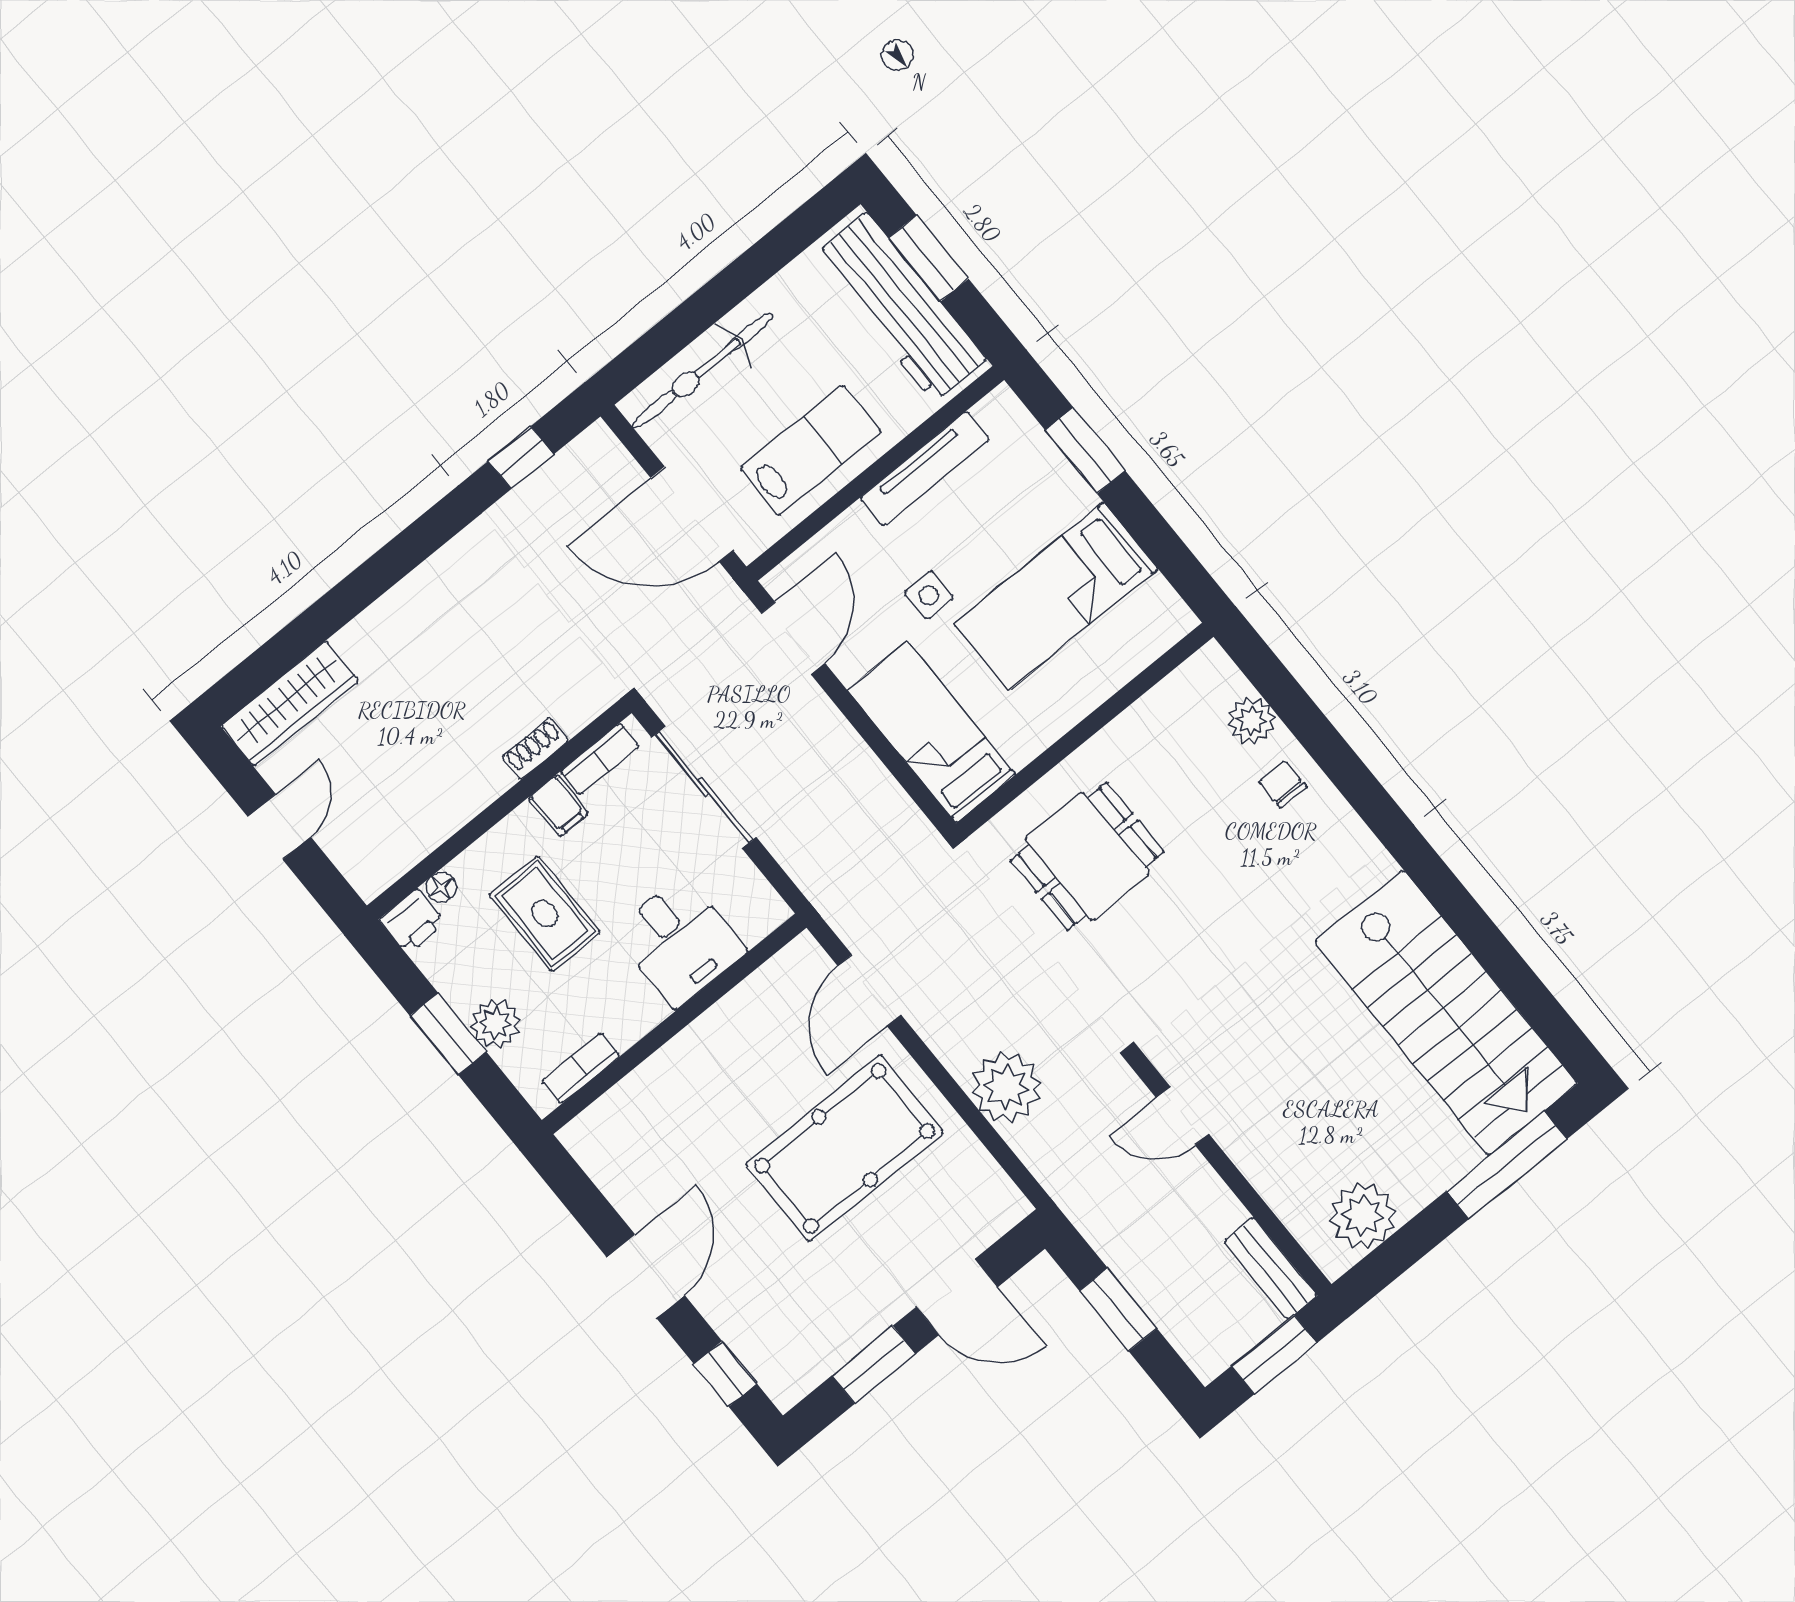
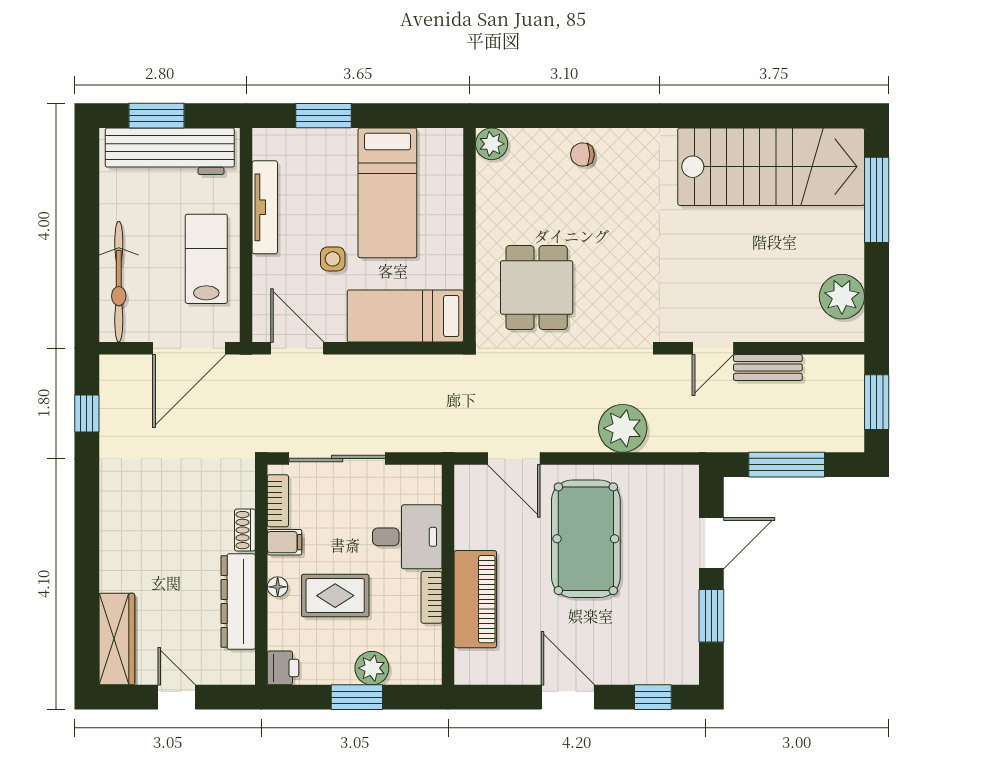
plant: (1251, 720) -> (492, 144), moved
dresser: (447, 808) -> (238, 602), added
floor lamp: (441, 887) -> (278, 587), moved
bookcase: (581, 1068) -> (432, 597), moved
piano: (672, 1078) -> (475, 599), added
bench: (1270, 1268) -> (768, 367), moved
window: (1118, 1310) -> (787, 465), width x1.44

